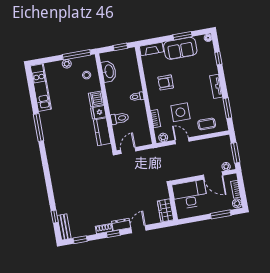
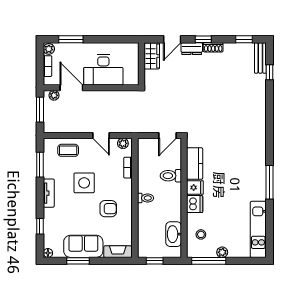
side table: (180, 112) -> (84, 183), moved
wall: (173, 202) -> (141, 64), moved
wardrobe: (165, 210) -> (152, 56), moved

